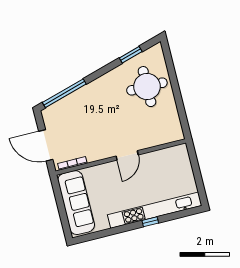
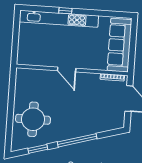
window: (64, 93) -> (77, 140), moved
door: (127, 155) -> (67, 69), swing flipped

